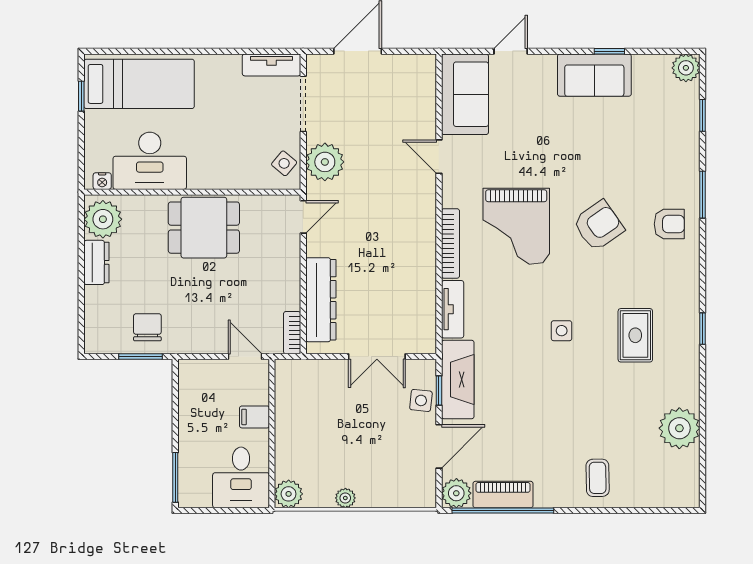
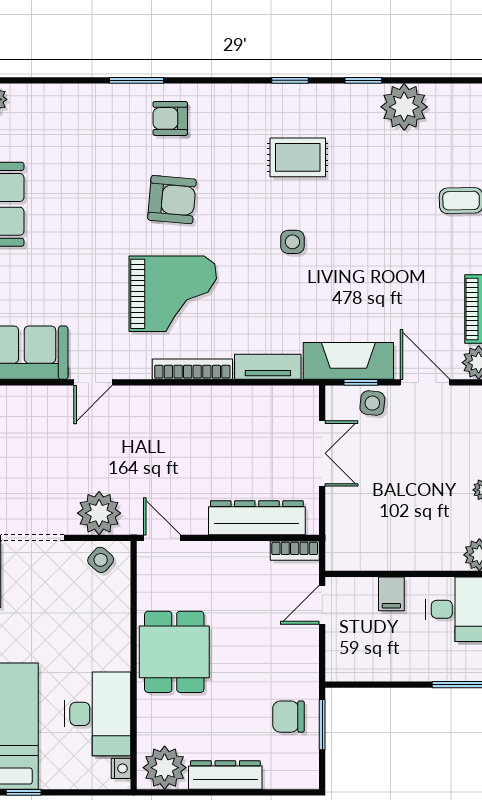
window: (703, 115) -> (363, 80), moved
armchair: (669, 224) -> (170, 118), turned -90
armchair: (598, 226) -> (172, 200), turned 130
dresser: (96, 262) -> (225, 775), width x1.44

